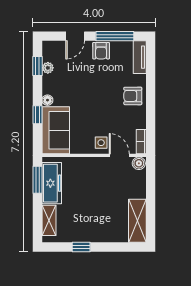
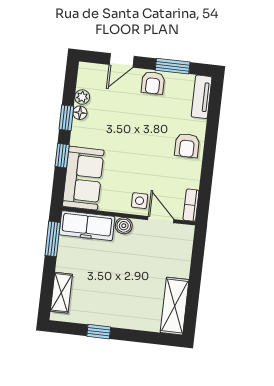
window: (115, 36) -> (173, 66), width x0.69
window: (38, 66) -> (66, 118), moved
armchair: (133, 96) -> (187, 145), turned -90
floor lamp: (47, 100) -> (80, 113), moved
boiler: (139, 163) -> (124, 226), moved
freezer: (52, 183) -> (87, 226), moved, turned 90

